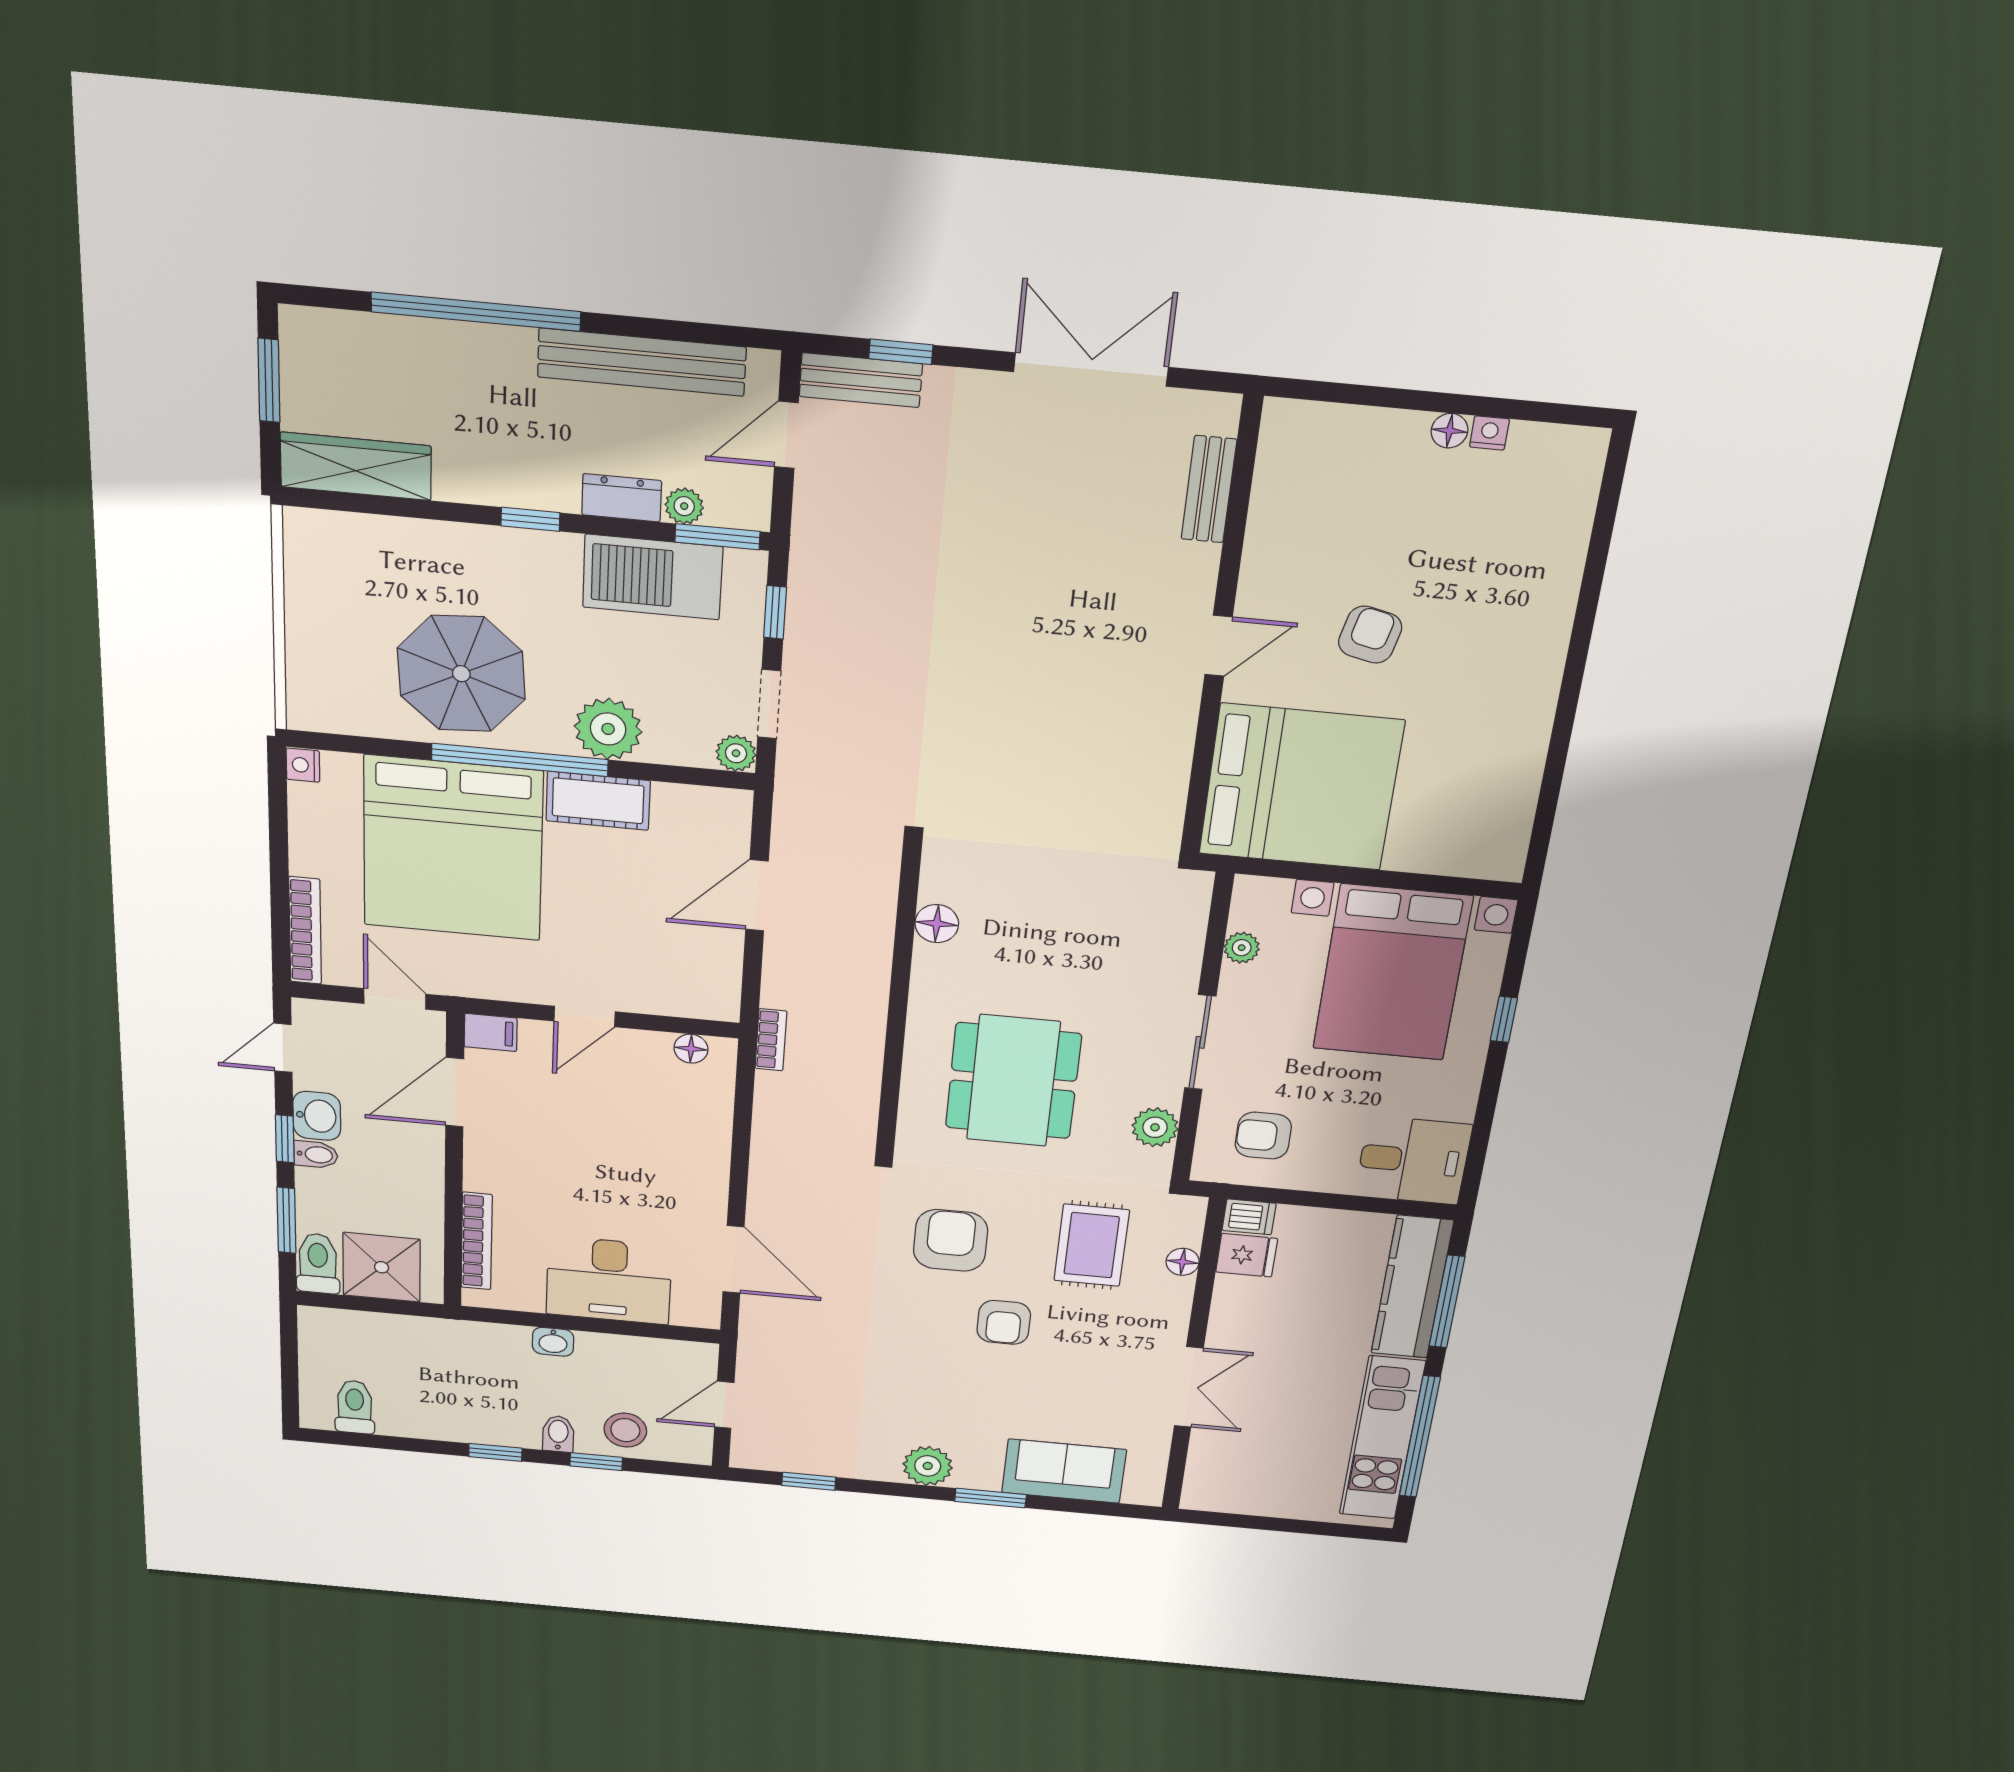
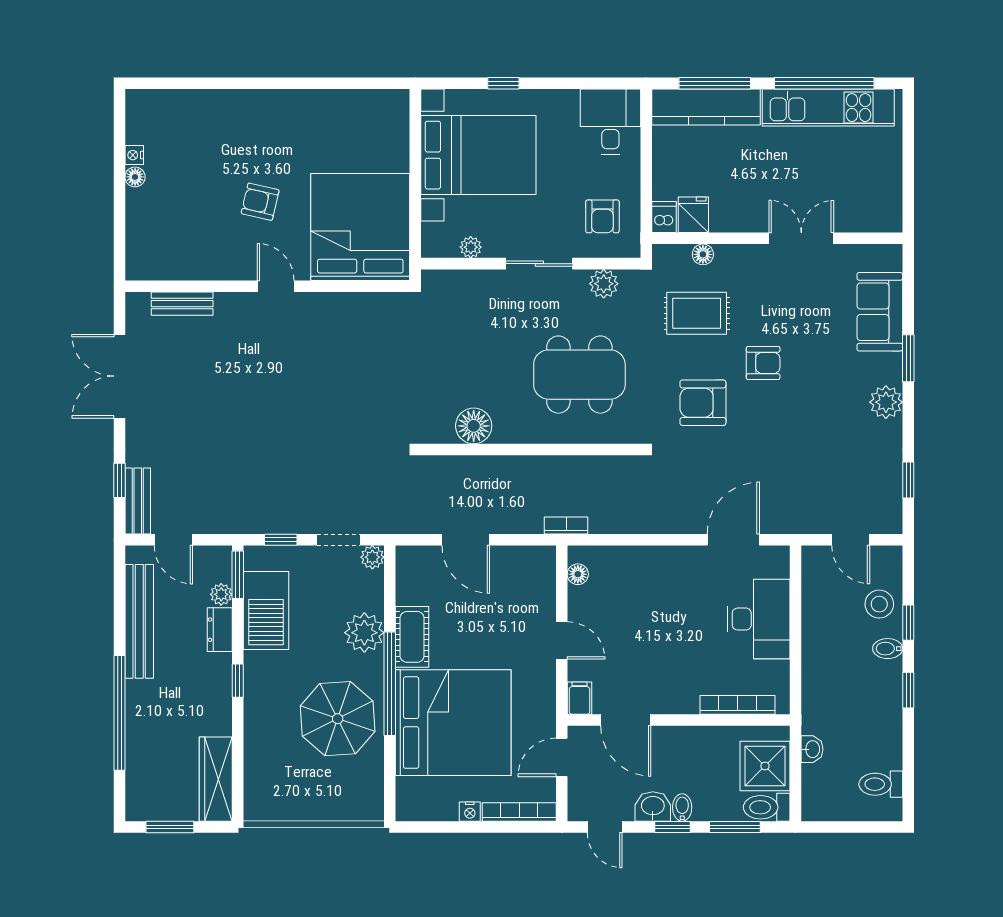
nightstand: (303, 765) -> (470, 812), moved
floor lamp: (937, 924) -> (474, 426), width x1.38, depth x1.38
washbasin: (553, 1342) -> (812, 749), moved

